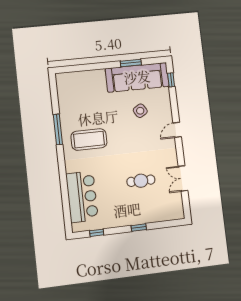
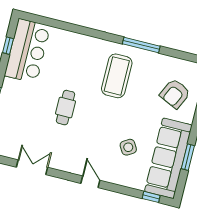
armchair: (86, 90) -> (175, 94), added
cafe table: (141, 181) -> (66, 108), moved
bar counter: (82, 197) -> (27, 51), moved, turned -90

